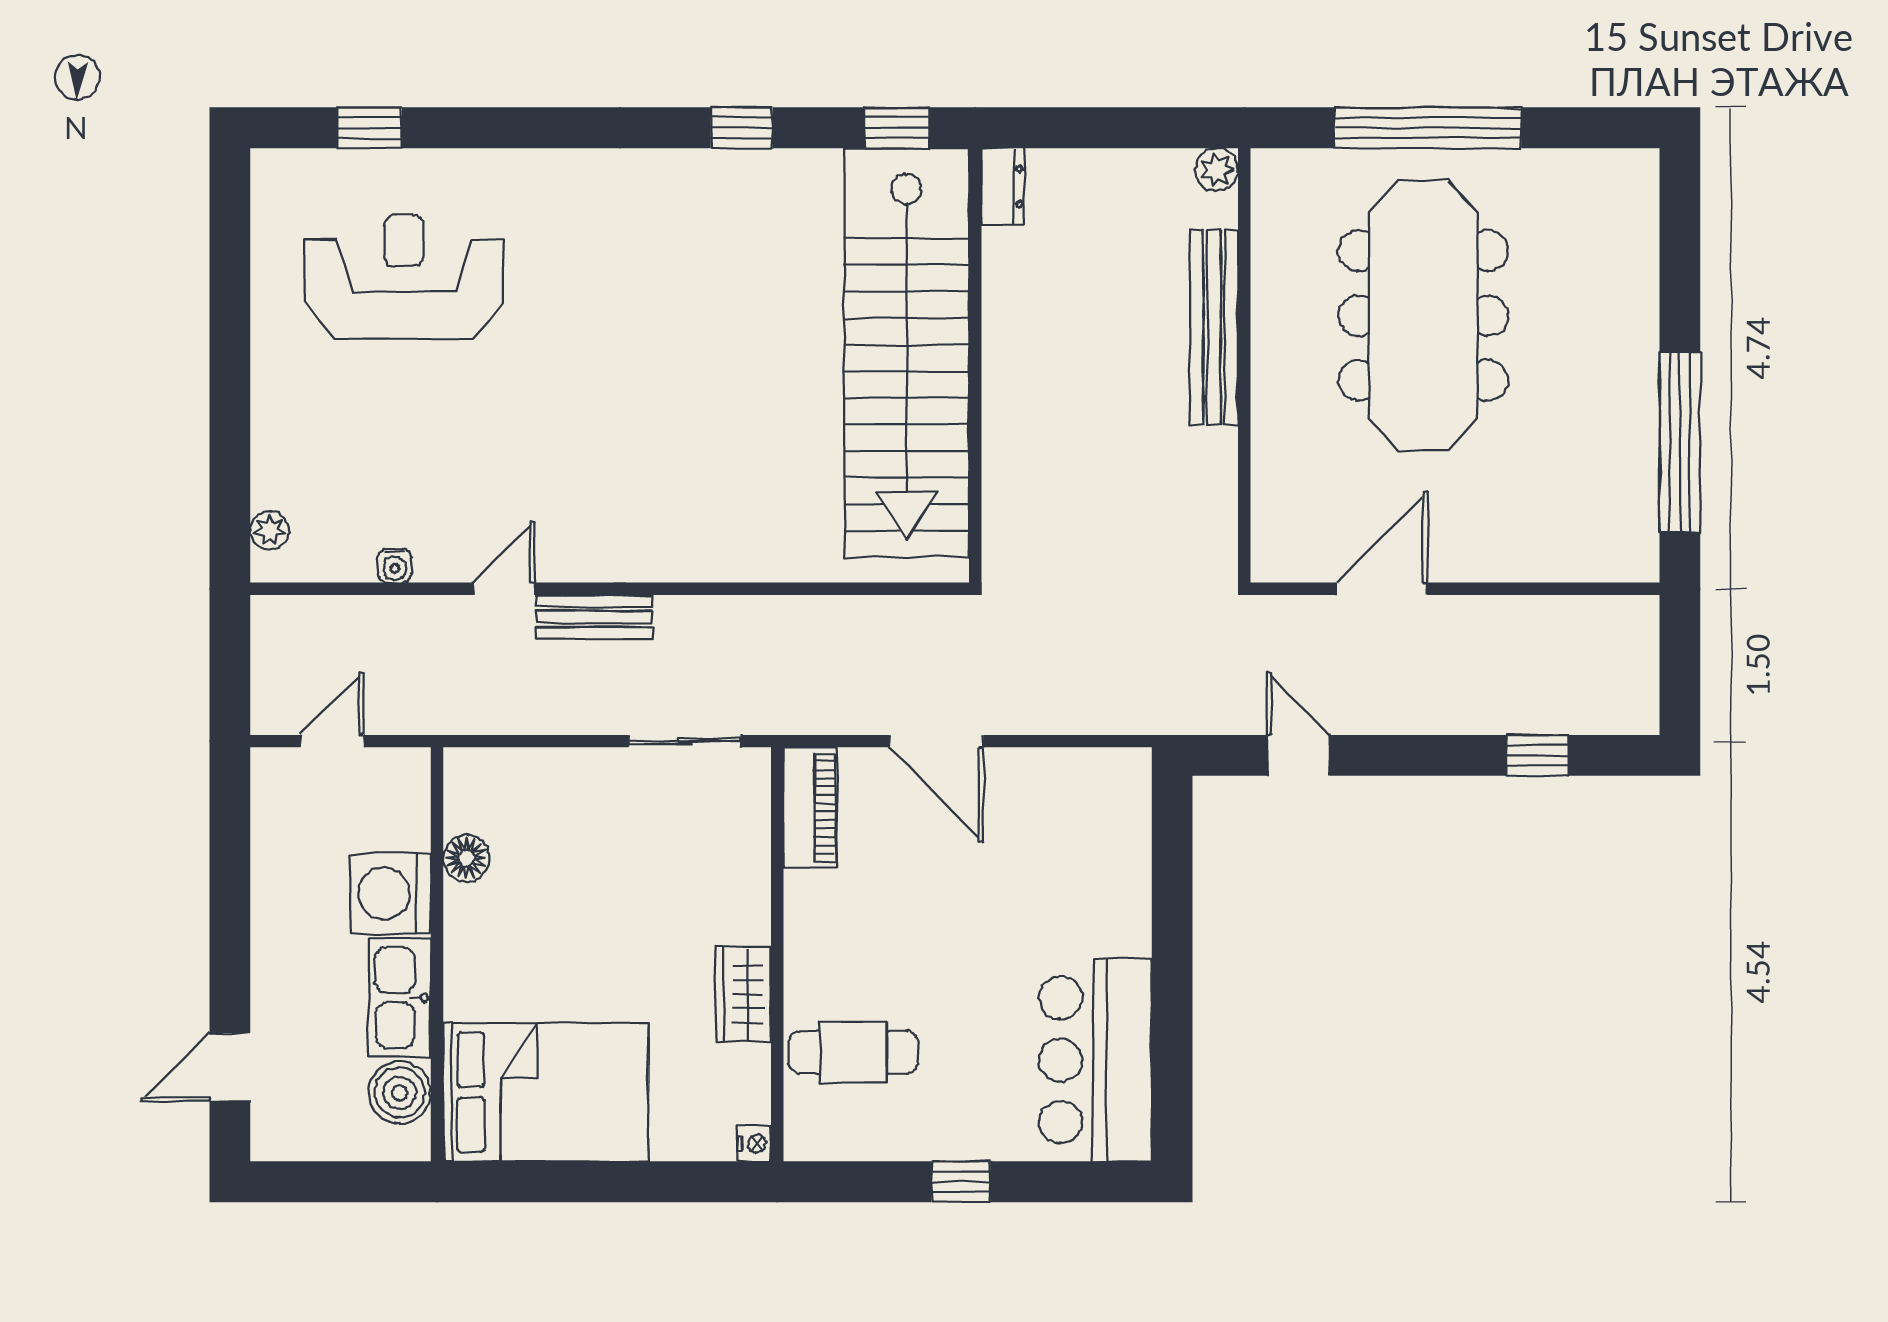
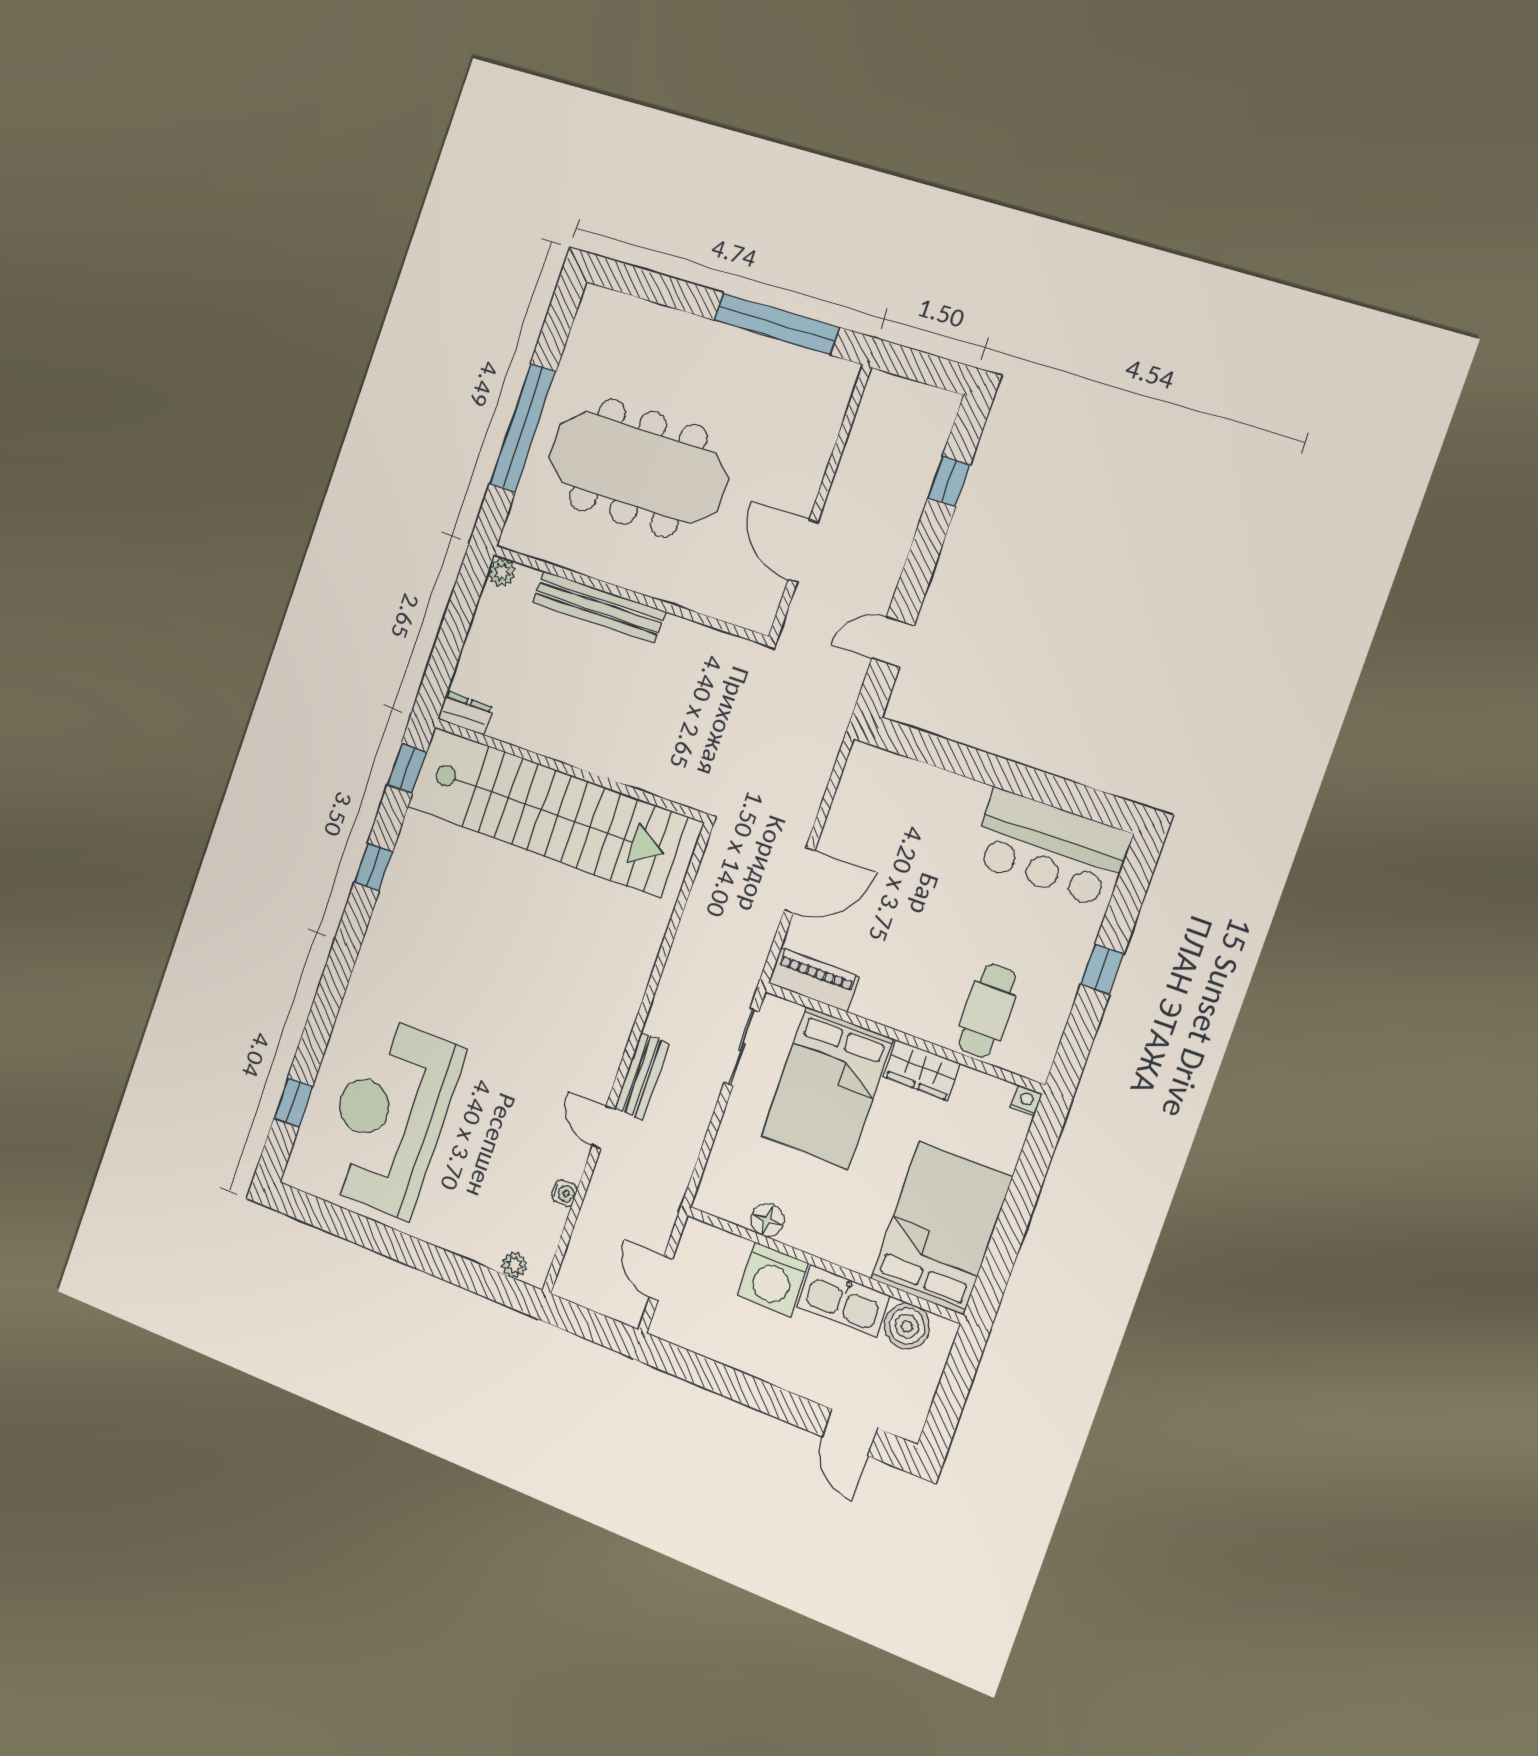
reception desk: (404, 277) -> (389, 1116), width x1.36, depth x1.30
bed: (673, 876) -> (827, 1088), added

